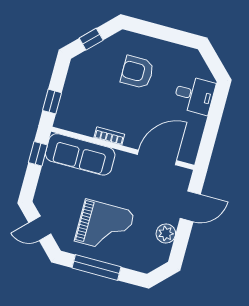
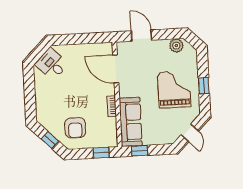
armchair: (137, 72) -> (75, 128), moved
desk: (194, 95) -> (52, 64), moved, turned -45
plant: (166, 234) -> (176, 46), moved
window: (96, 267) -> (204, 86), width x0.46

